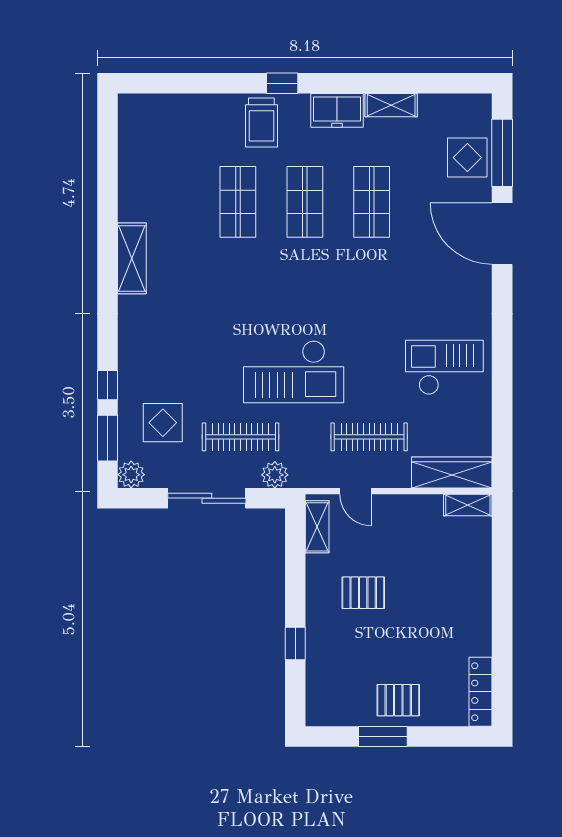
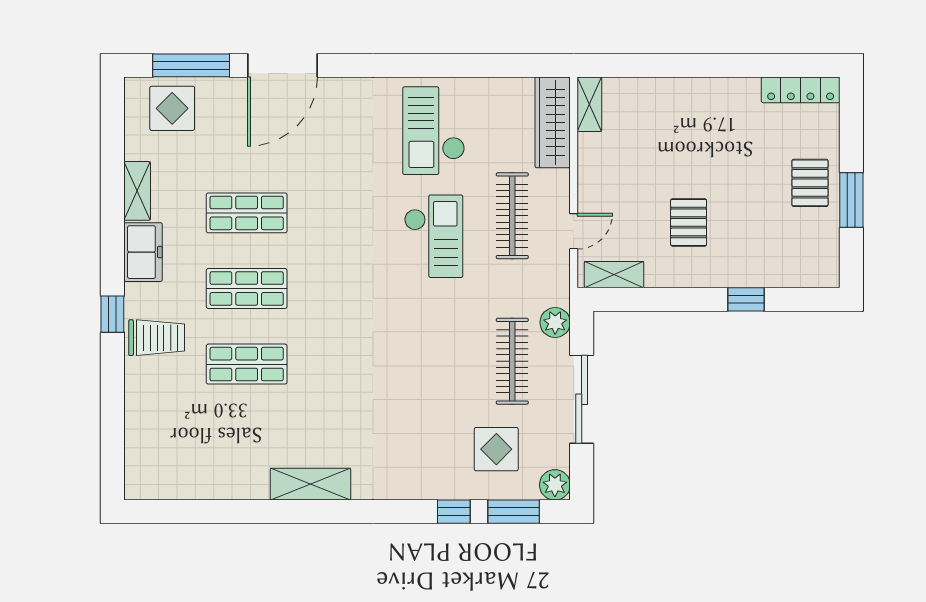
display table: (467, 158) -> (172, 108), moved
checkout: (294, 372) -> (434, 236), moved, width x0.73, depth x0.83

